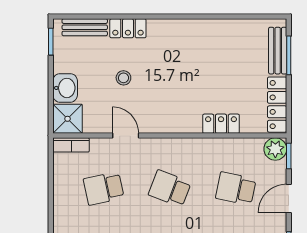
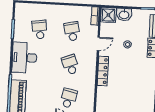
locker: (221, 124) -> (103, 71), moved, width x1.53
school desk: (170, 189) -> (70, 65), turned -42

